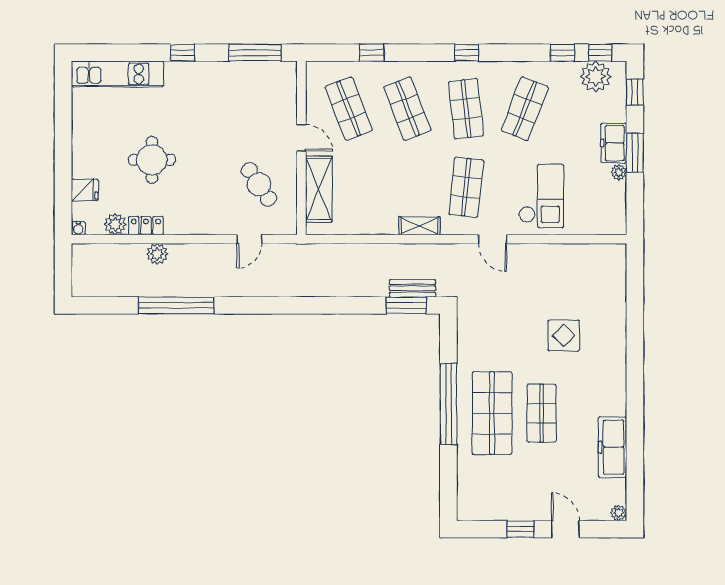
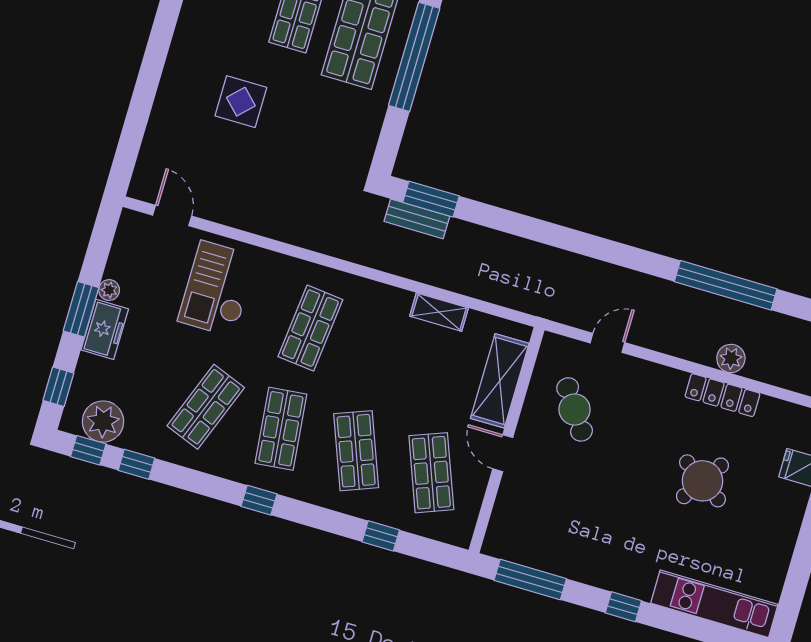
round table: (152, 160) -> (702, 481), turned 34
plant: (115, 224) -> (774, 412), removed
locker: (146, 226) -> (722, 395), width x1.53
shelving: (419, 226) -> (439, 312), moved
door: (493, 239) -> (172, 216), moved

